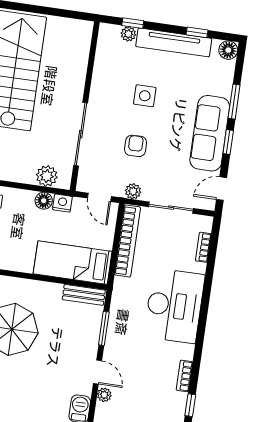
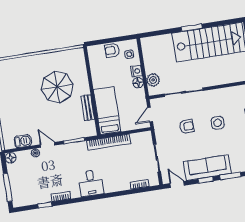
plant: (133, 191) -> (160, 133), removed
nightstand: (62, 203) -> (137, 71), moved
bookcase: (127, 241) -> (109, 142), moved
bench: (84, 295) -> (88, 108), moved
desk: (174, 306) -> (91, 183), width x0.53, depth x0.77
door: (98, 372) -> (47, 145), swing flipped

